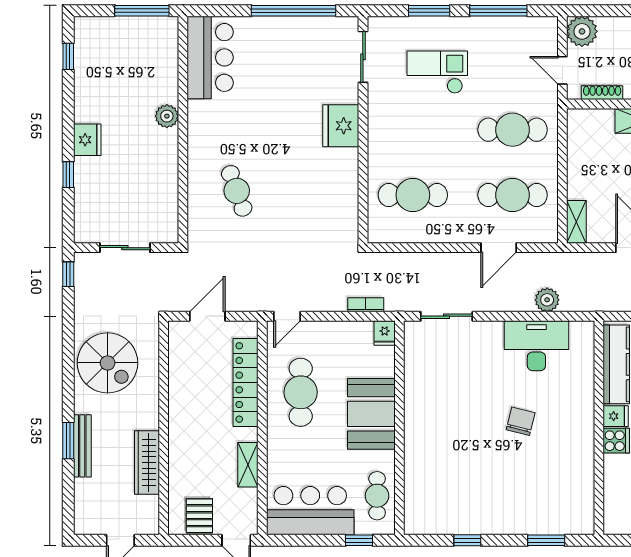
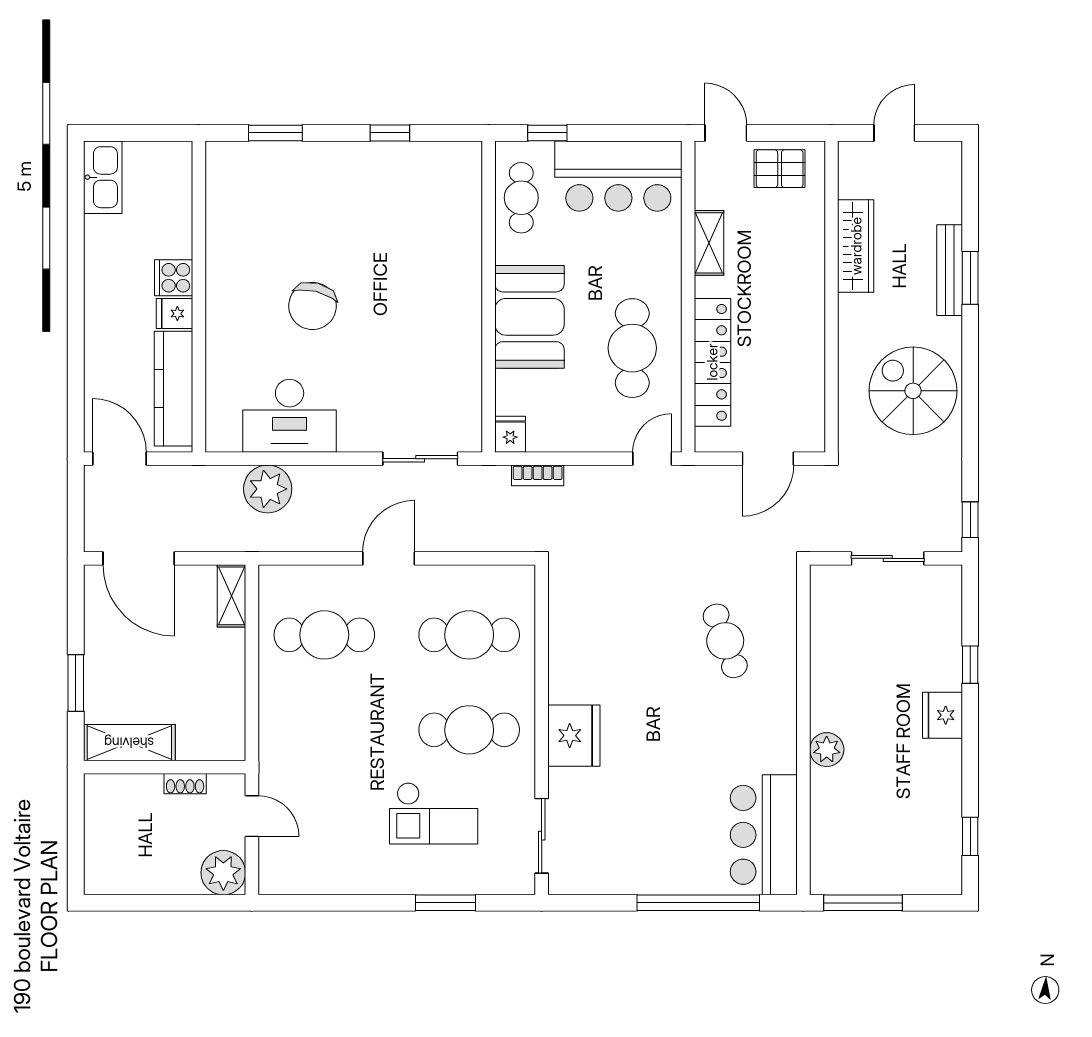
window: (294, 11) -> (698, 903), moved
window: (498, 11) -> (345, 903), removed
shoe rack: (602, 93) -> (185, 784), width x0.70
cafe table: (513, 130) -> (469, 730), moved
door: (499, 248) -> (389, 558), moved
plant: (547, 300) -> (268, 489), width x1.36, depth x1.36
chair: (521, 421) -> (313, 306), width x1.37, depth x1.37
pallet: (199, 516) -> (780, 169), turned 90

